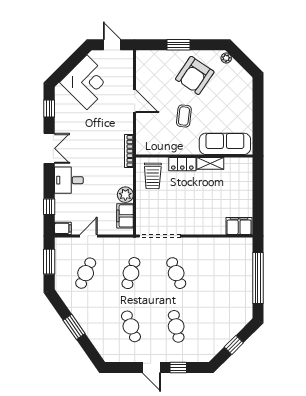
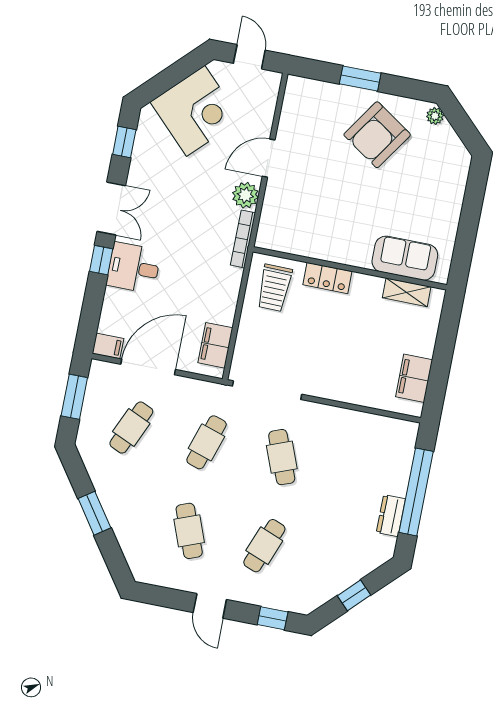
door: (135, 101) -> (269, 158), swing flipped
coffee table: (184, 116) -> (346, 199), removed
sofa: (225, 144) -> (405, 258), width x0.73
shelving: (210, 163) -> (407, 292), moved
plant: (125, 195) -> (245, 195), moved
window: (49, 207) -> (101, 260), moved
filing cabinet: (239, 226) -> (414, 378), moved, turned -90
door: (89, 236) -> (148, 367), width x1.87
dresser: (246, 295) -> (391, 516), added
cafe table: (176, 326) -> (264, 546), turned 33
window: (178, 367) -> (273, 618), moved

